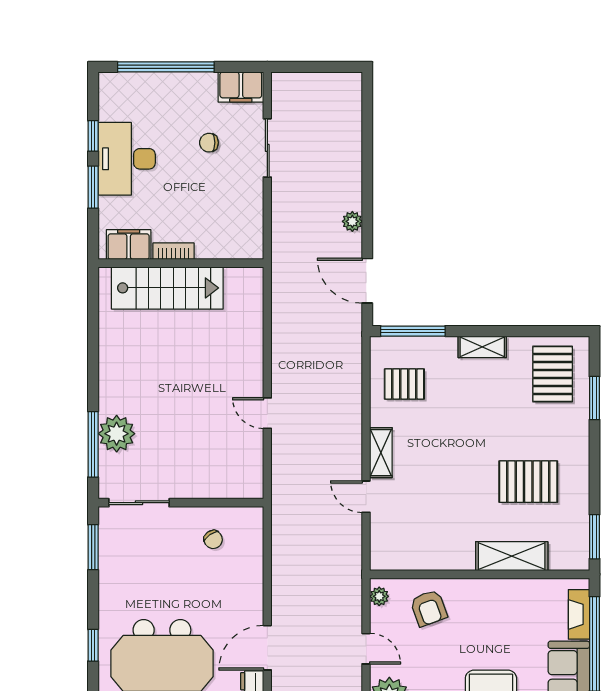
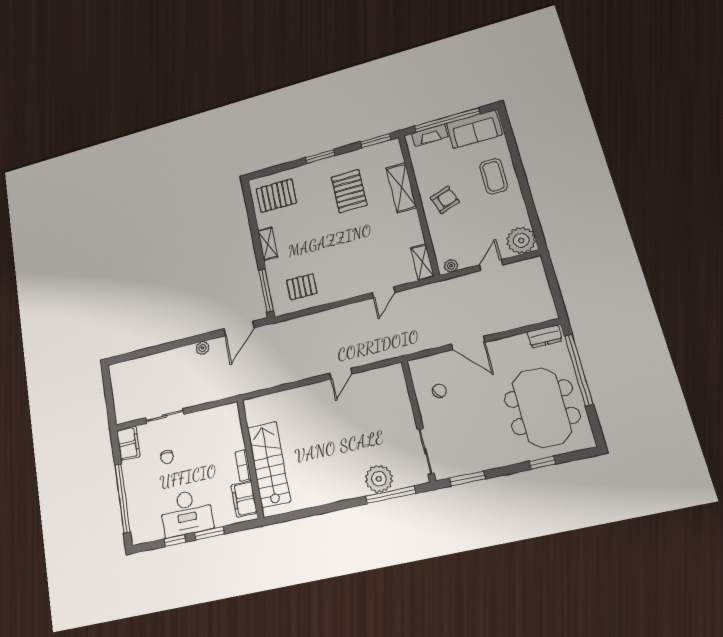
pallet: (404, 384) -> (302, 287), turned 90
window: (594, 398) -> (320, 157), moved
shelving: (381, 453) -> (422, 262), moved, turned 90
armchair: (429, 608) -> (445, 200), moved
door: (267, 648) -> (468, 343), moved

